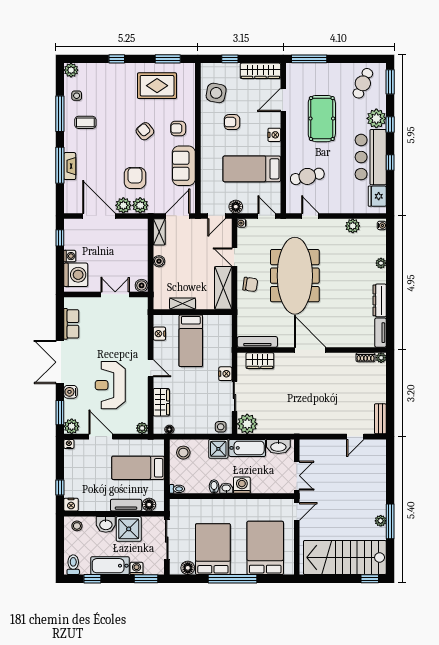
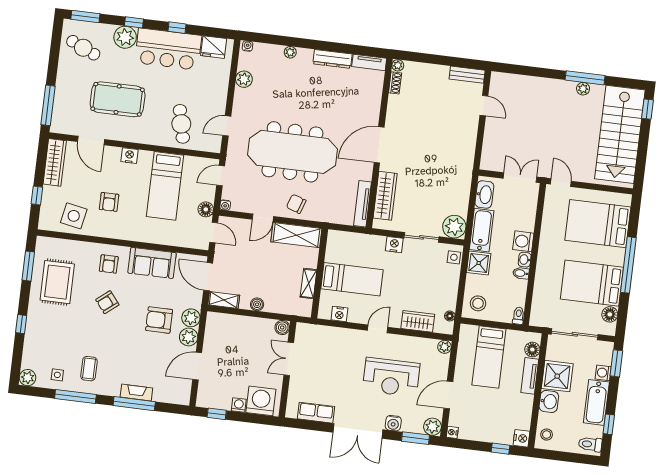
door: (99, 216) -> (197, 366), width x0.73
chair: (250, 284) -> (296, 204), turned -79
wardrobe: (260, 361) -> (385, 196), width x1.50

